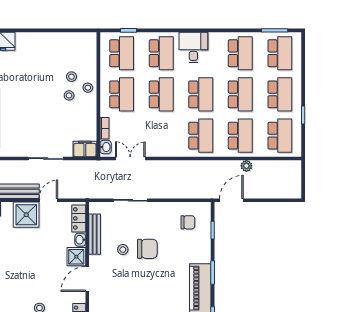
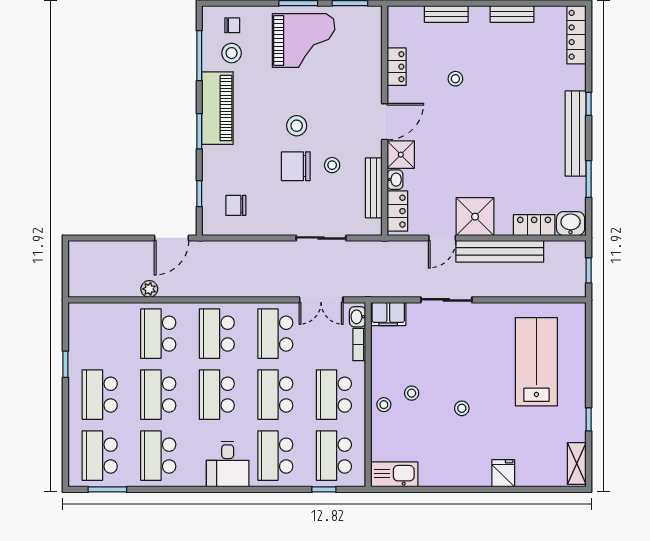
kitchen sink: (81, 40) -> (394, 474), added
stool: (71, 77) -> (462, 408), moved
school desk: (280, 136) -> (275, 334), moved
stool: (147, 276) -> (297, 126), added

